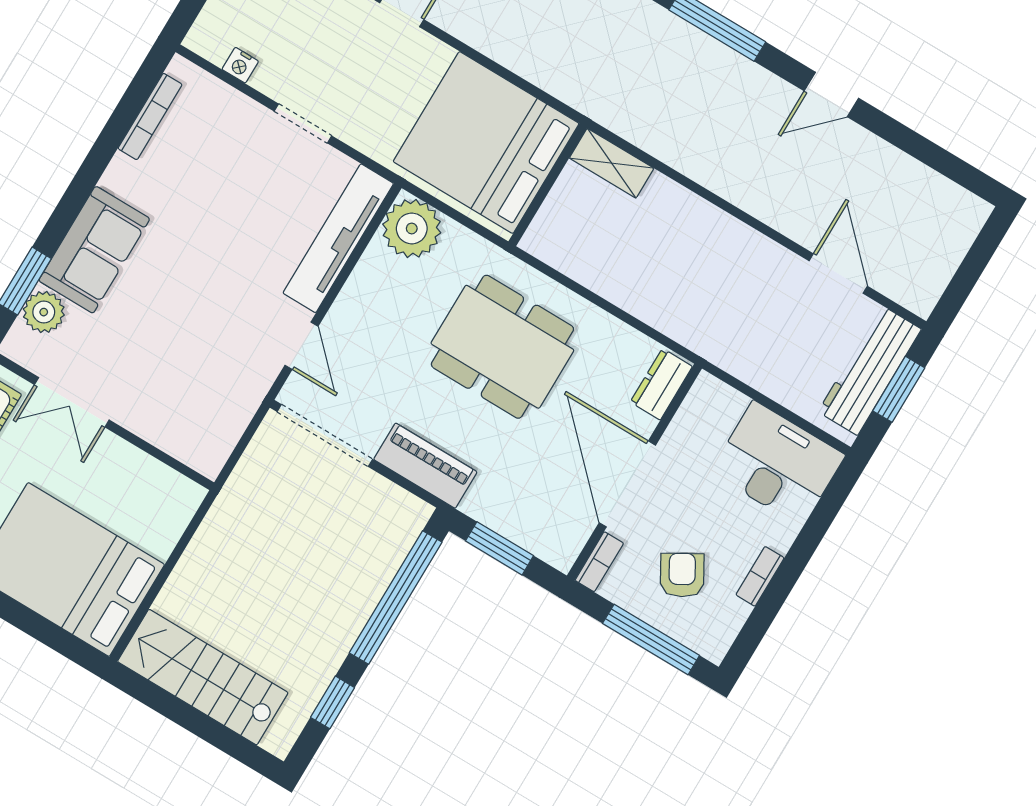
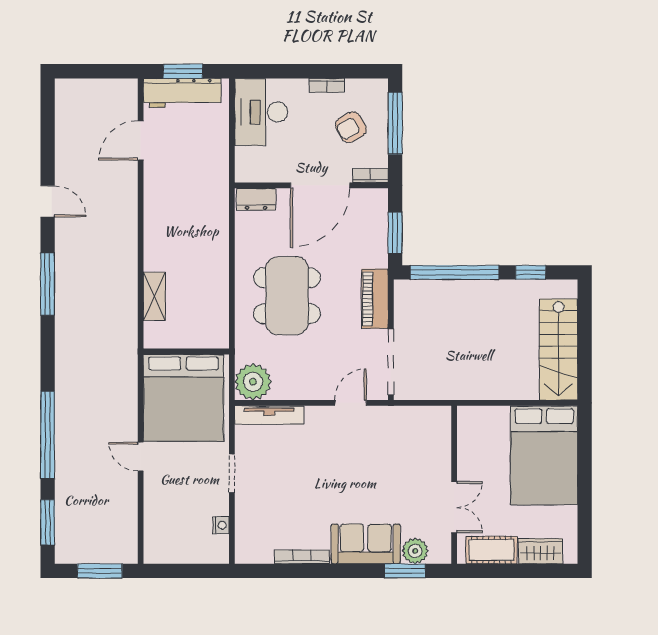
bookcase: (150, 117) -> (302, 557), moved
bed: (486, 143) -> (183, 398), moved
wall: (548, 185) -> (186, 351), moved
tv unit: (338, 238) -> (269, 415), width x0.73, depth x0.78

